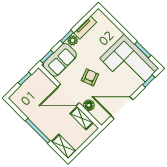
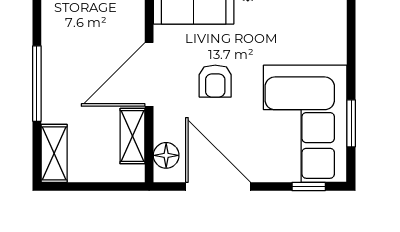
armchair: (90, 77) -> (215, 81), turned 111
door: (68, 95) -> (149, 74), hinge flipped
floor lamp: (89, 105) -> (166, 155), moved

